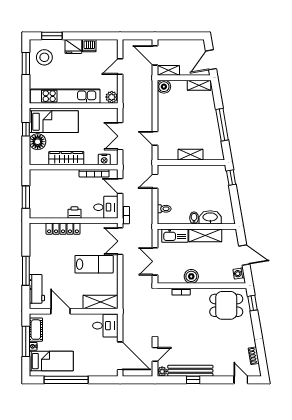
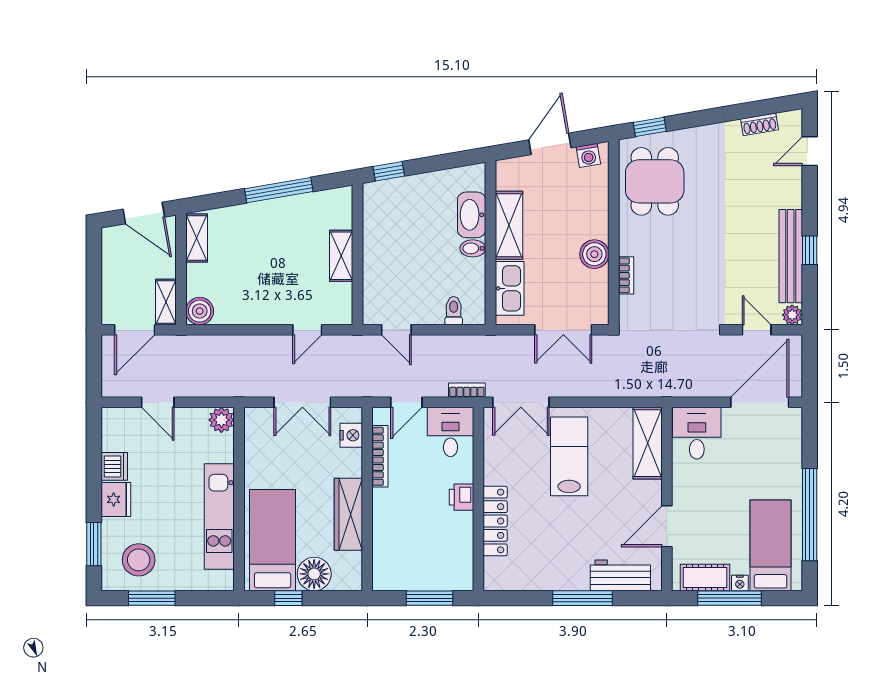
kitchen unit: (65, 96) -> (219, 517), width x0.73

